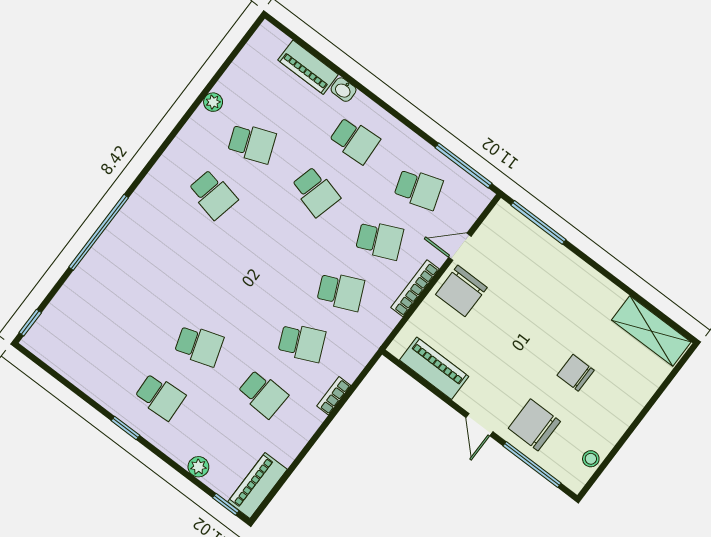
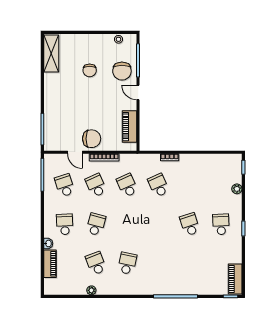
school desk: (263, 394) -> (190, 185), removed
door: (479, 425) -> (138, 92), swing flipped
piano: (258, 485) -> (235, 279), moved, turned 90

